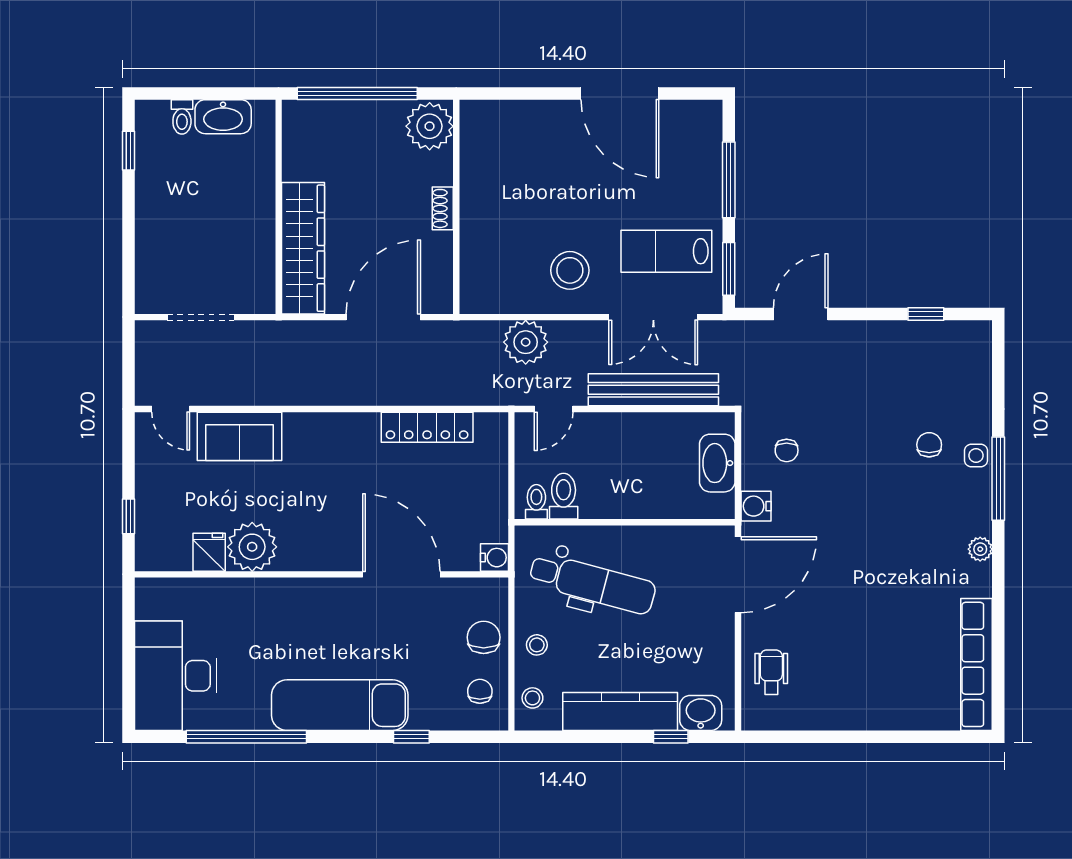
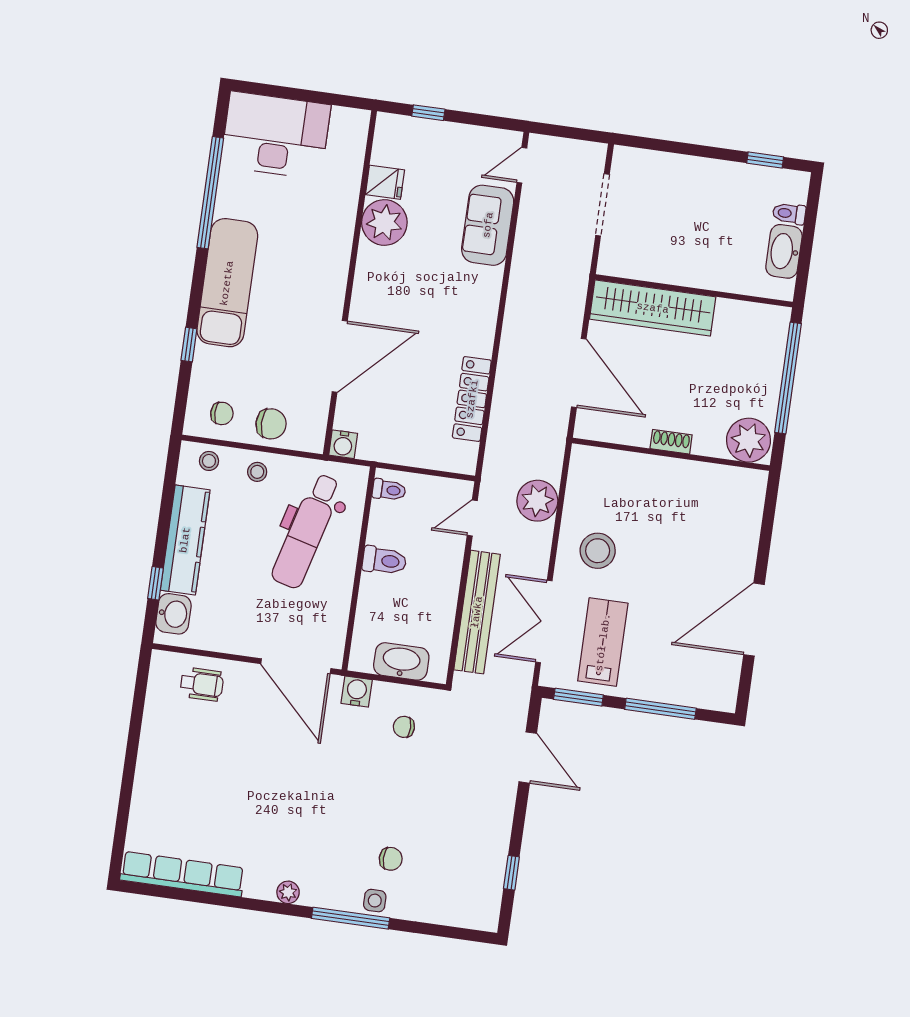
door: (554, 409) -> (472, 518), hinge flipped
toilet: (564, 496) -> (384, 561), moved

